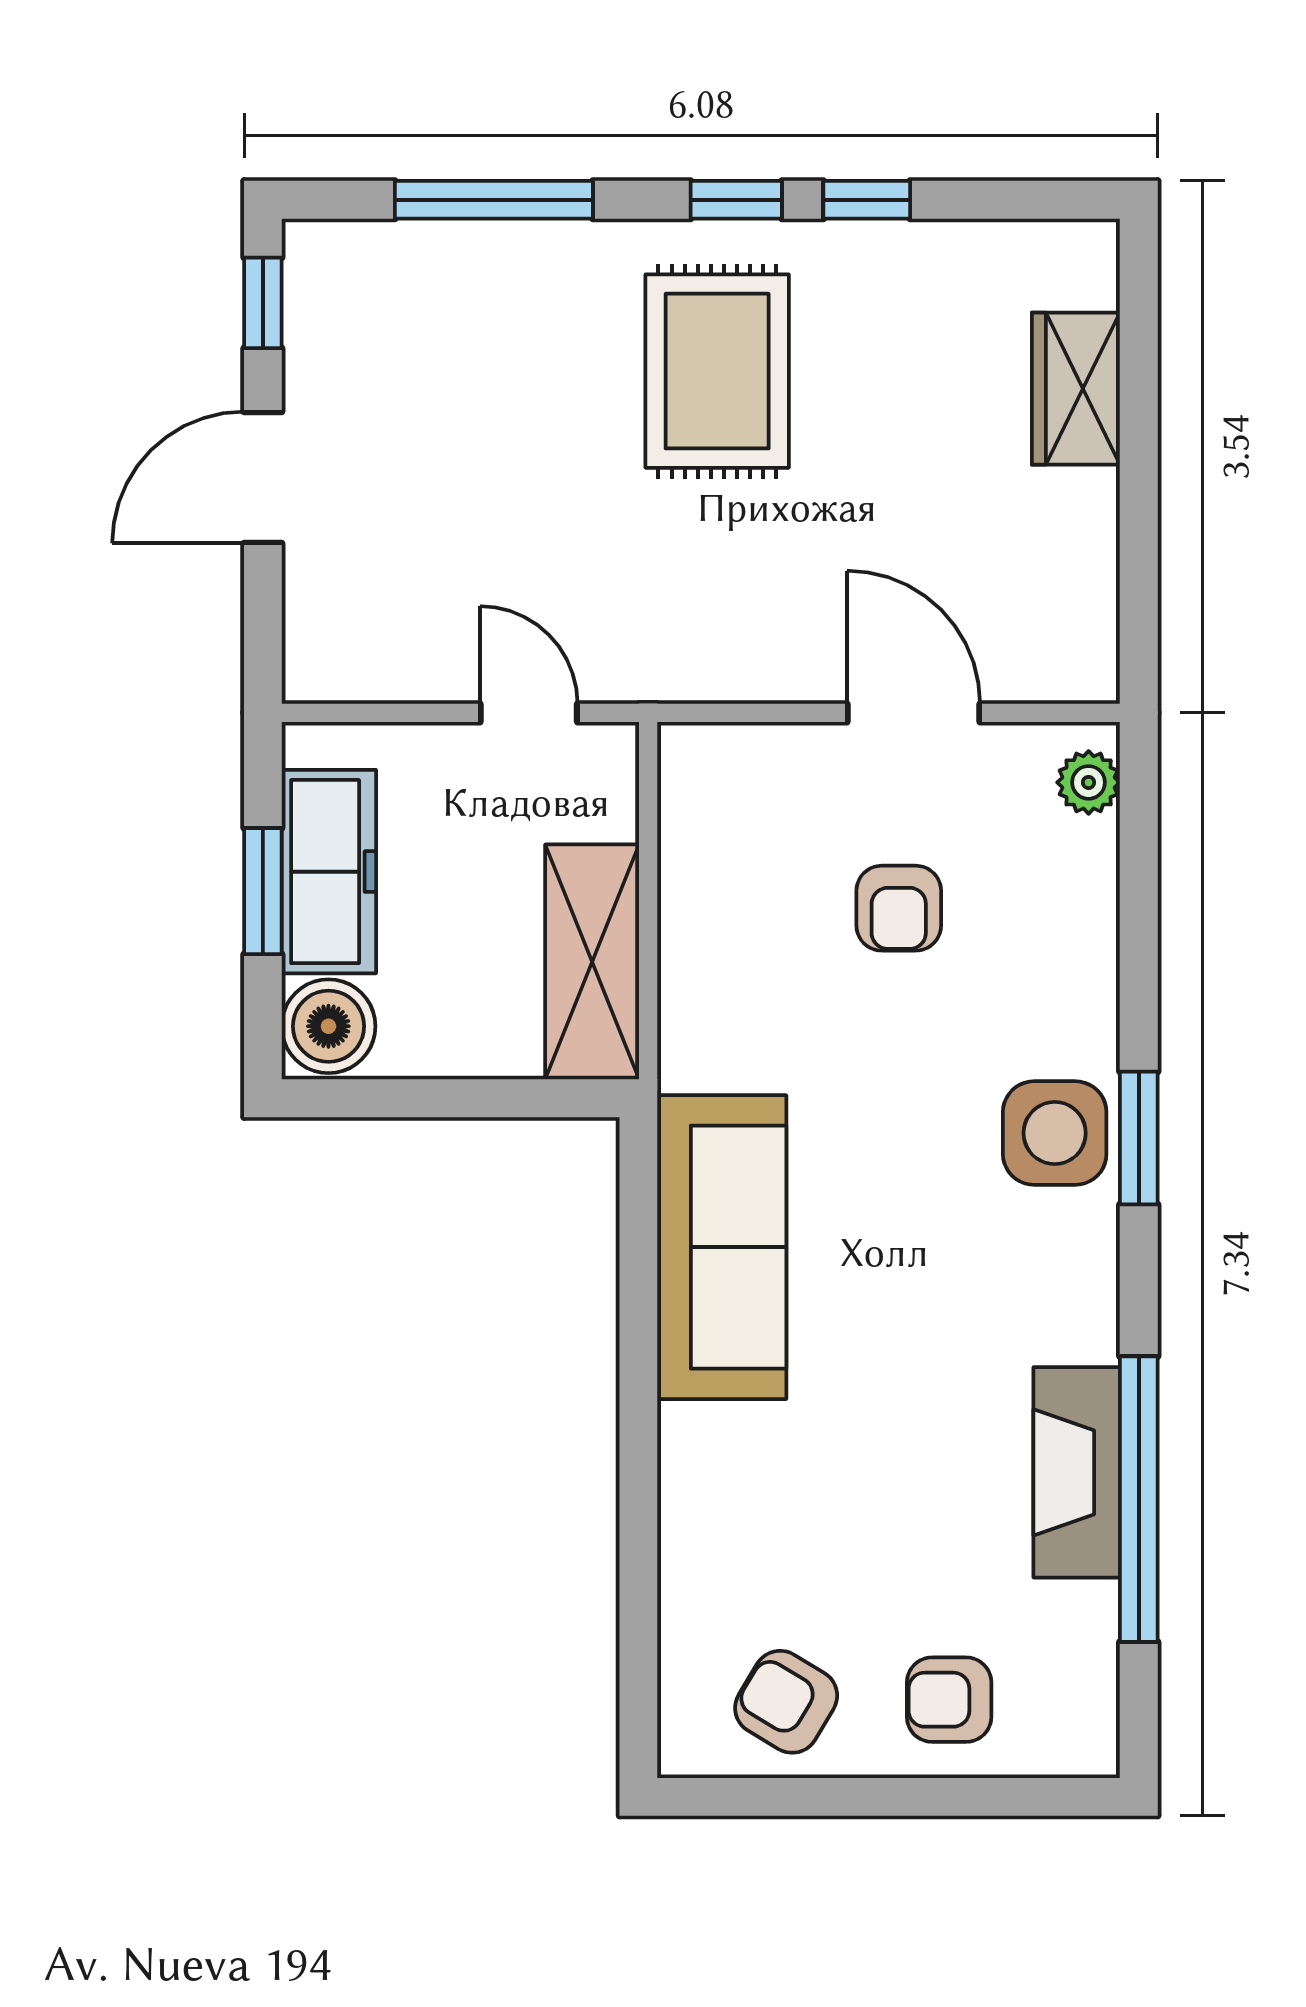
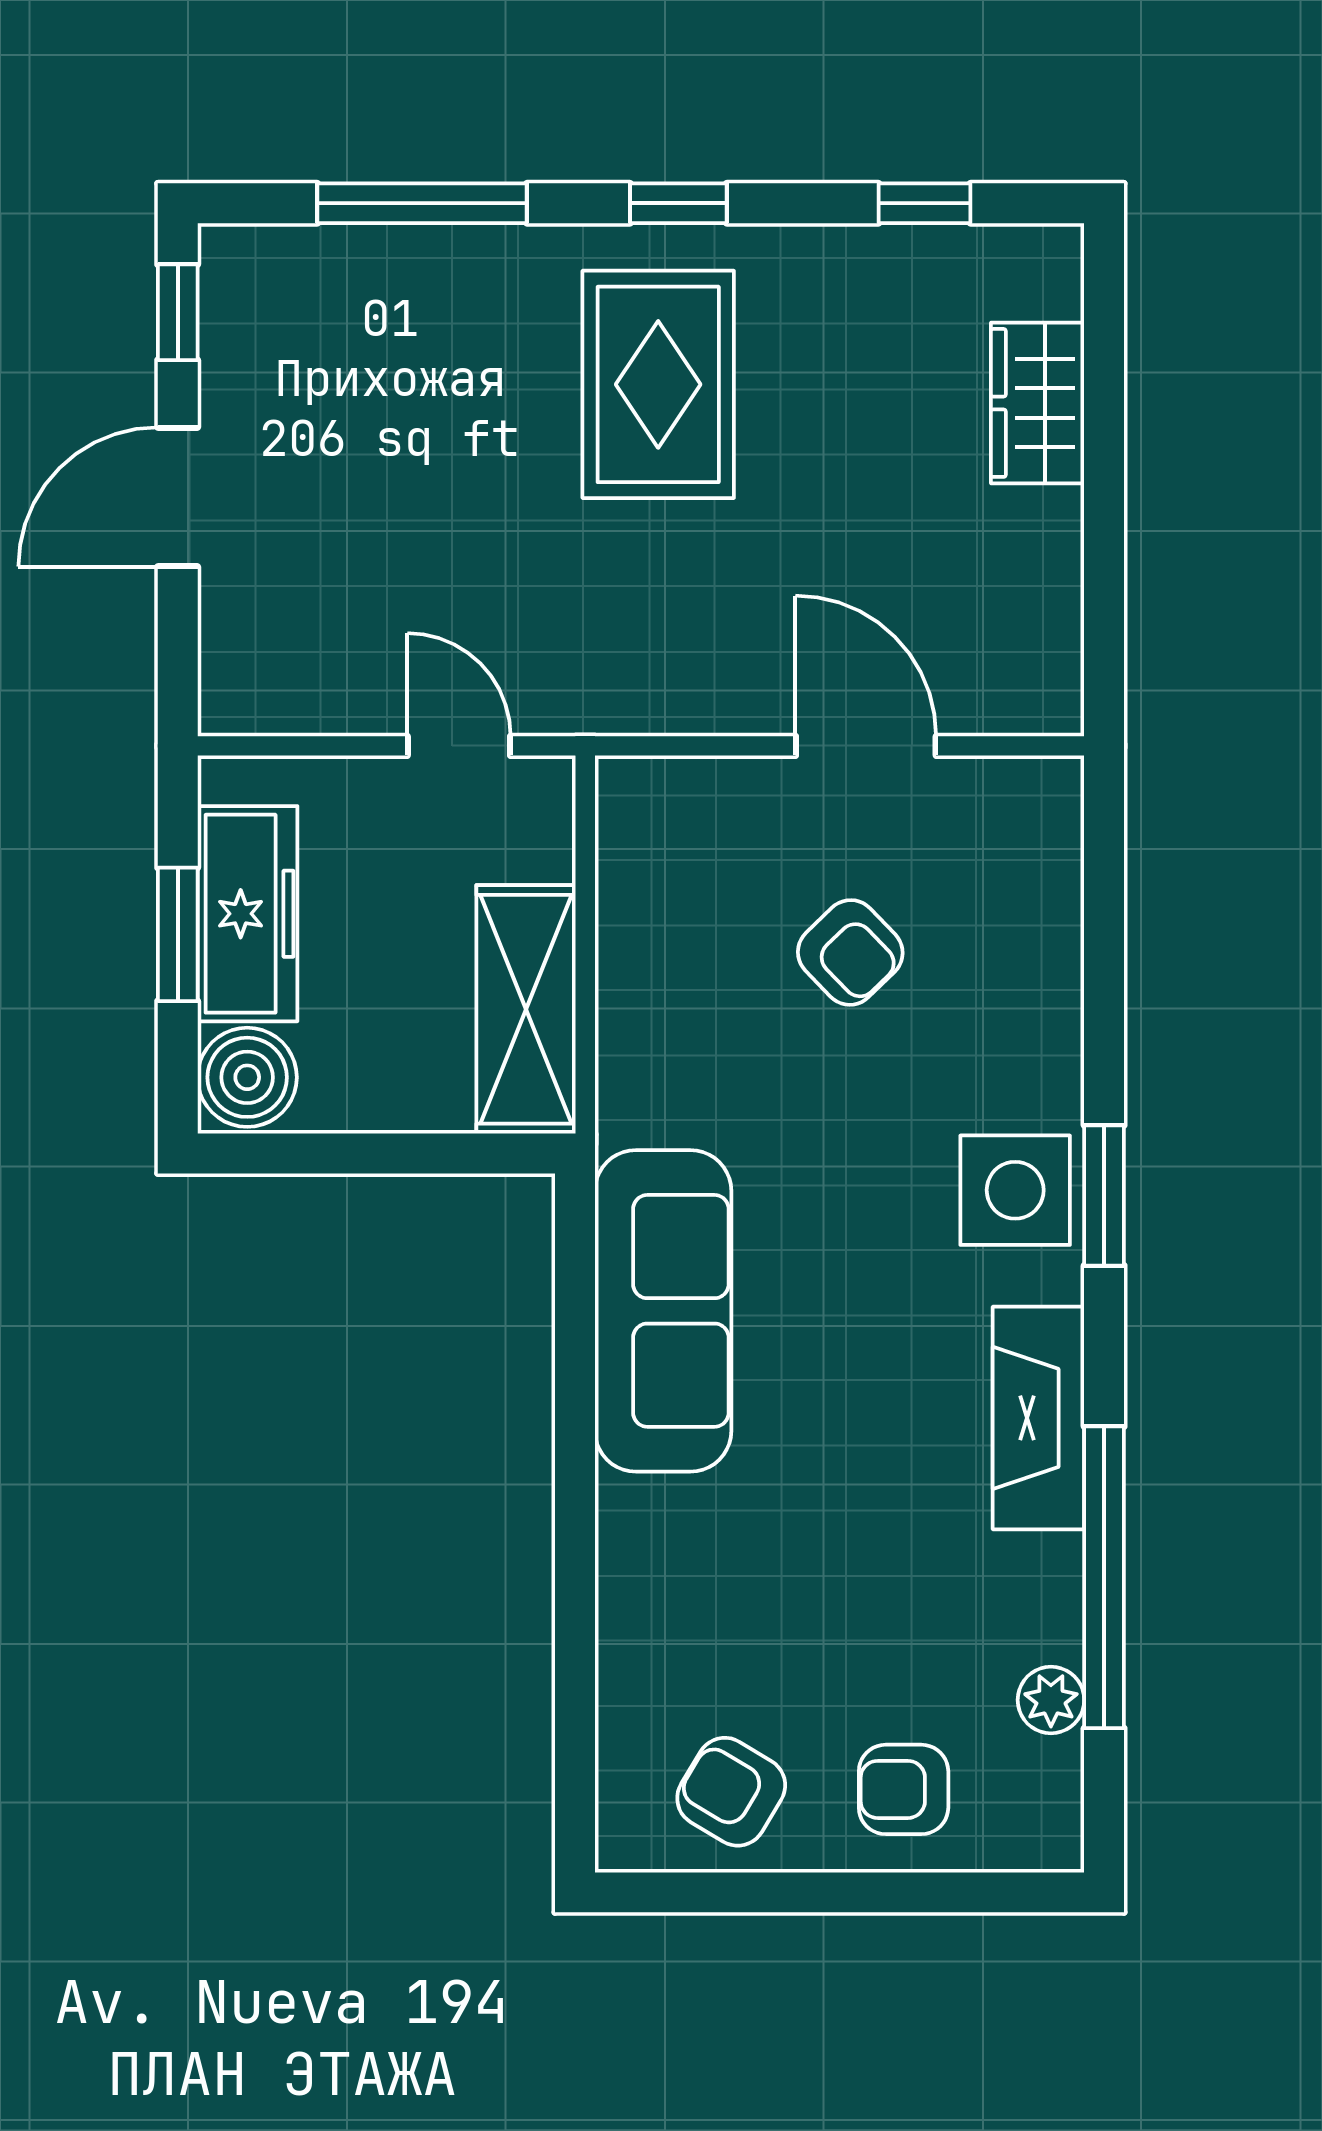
window: (867, 200) -> (924, 203), moved
plant: (1089, 782) -> (1051, 1700), moved
armchair: (899, 908) -> (850, 952), turned -44
fireplace: (1077, 1472) -> (1038, 1418), moved

